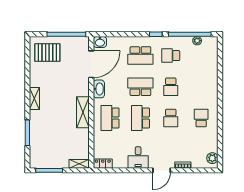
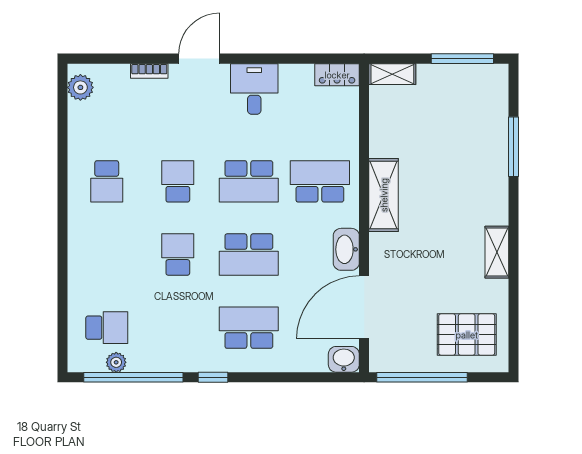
school desk: (171, 56) -> (107, 328), moved
shelving: (34, 99) -> (497, 252), moved
school desk: (110, 118) -> (320, 181), turned -90
school desk: (140, 118) -> (249, 181), turned 90

